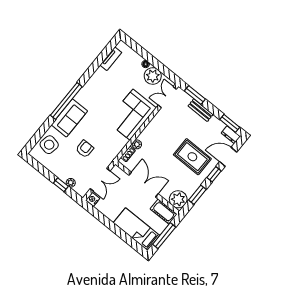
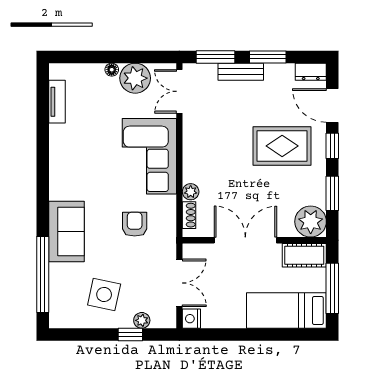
window: (66, 101) -> (43, 274), moved
window: (230, 123) -> (268, 57), moved
side table: (49, 145) -> (104, 294), moved
armchair: (85, 149) -> (135, 224), moved
door: (228, 157) -> (332, 106), hinge flipped

